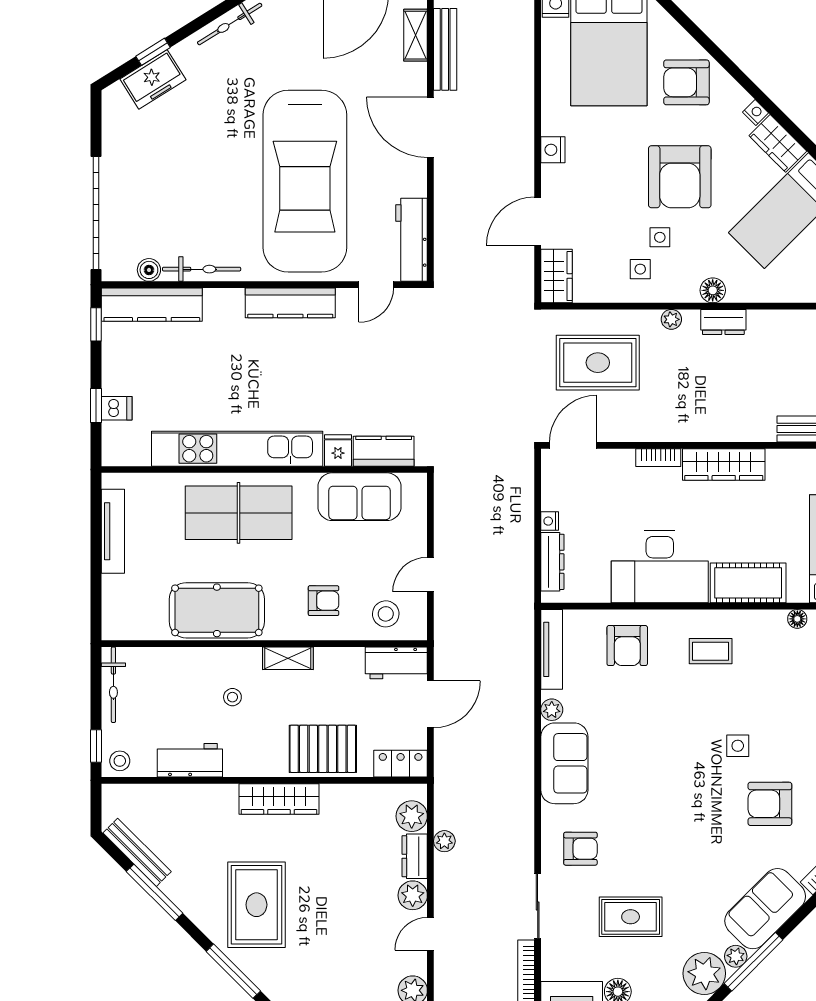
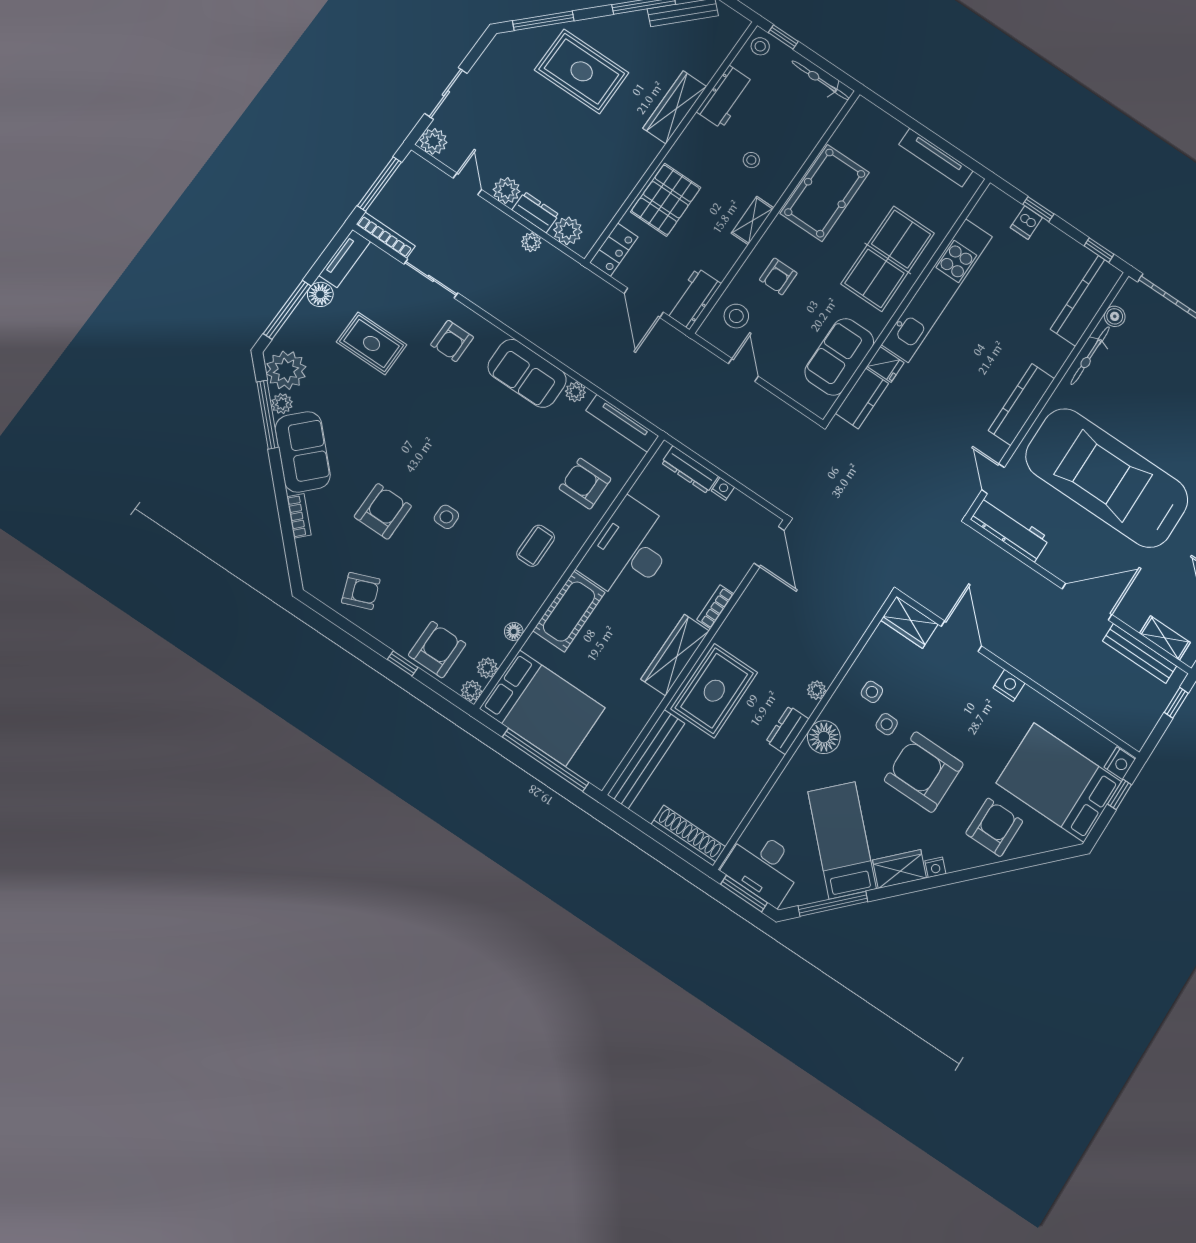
floor lamp: (713, 290) -> (824, 737), width x1.38, depth x1.38
rug: (598, 363) -> (714, 691), moved
wardrobe: (279, 799) -> (675, 107), moved
rug: (631, 917) -> (372, 343), turned 90

